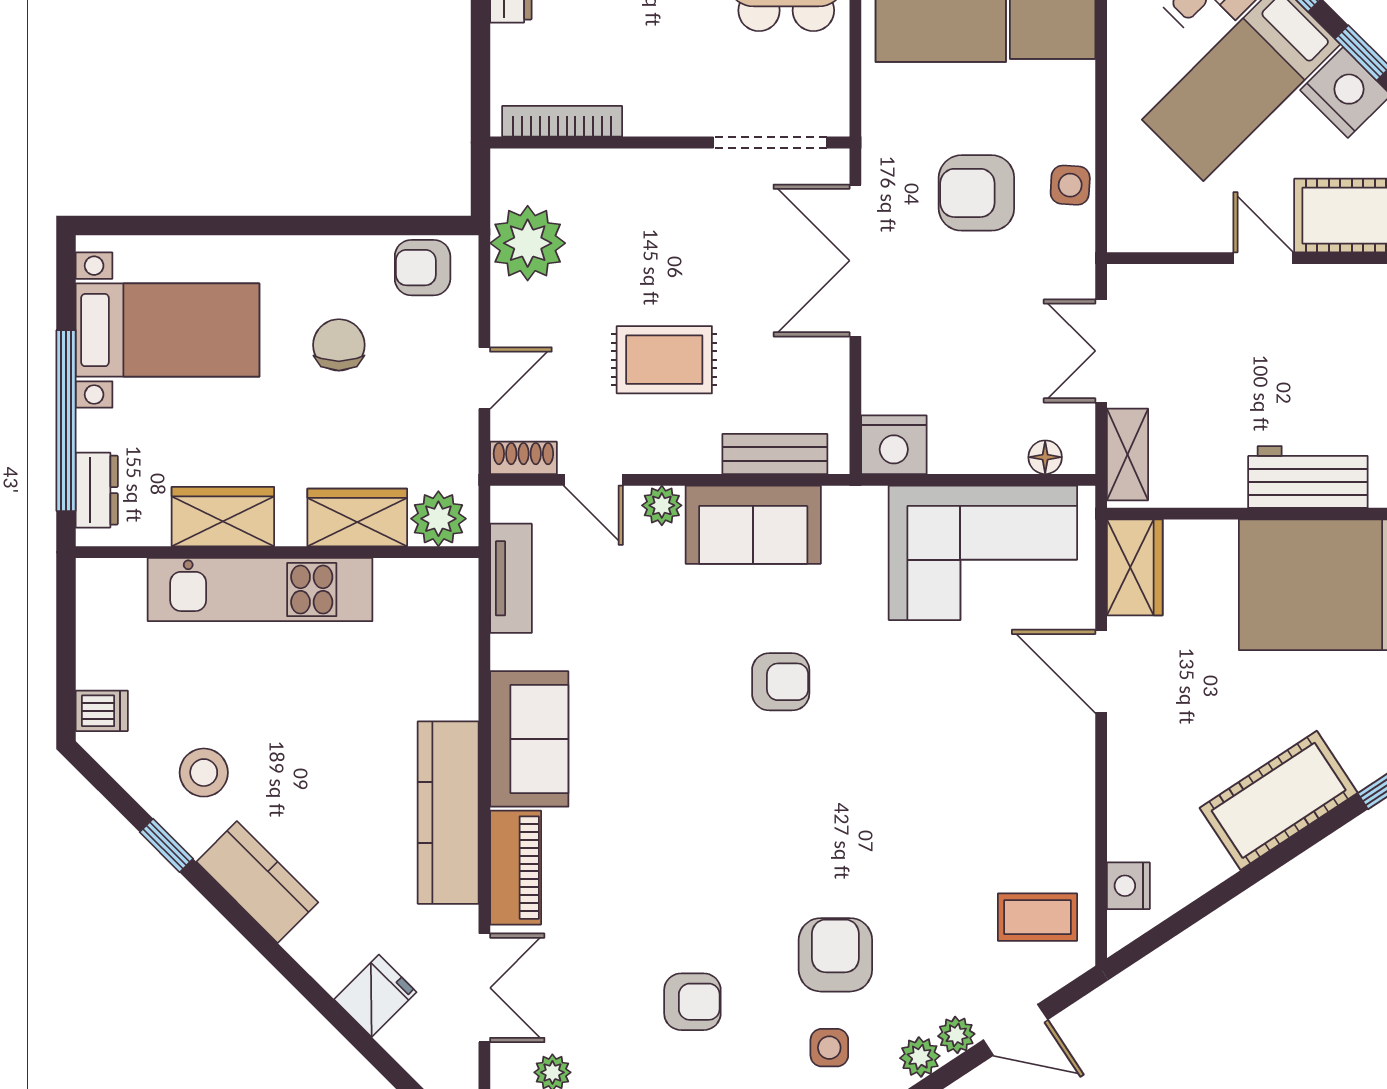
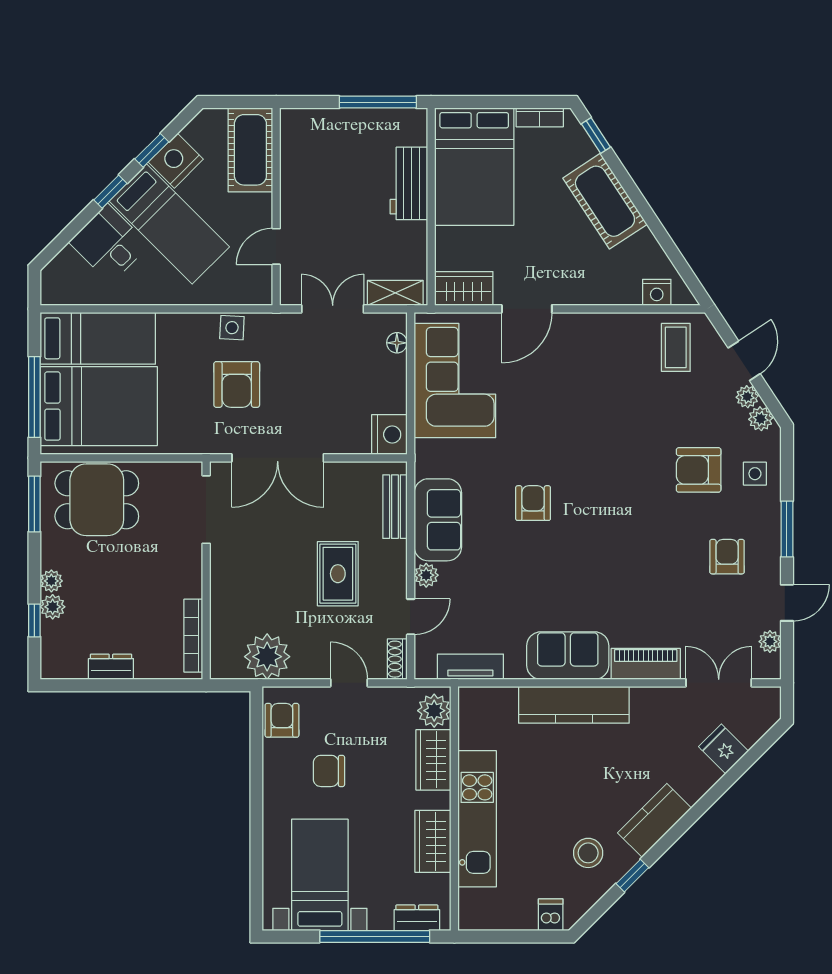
door: (1263, 258) -> (276, 246), moved
armchair: (423, 268) -> (282, 720), turned 180
double door: (1101, 351) -> (333, 309), swing flipped
kitchen counter: (448, 813) -> (574, 705), moved

